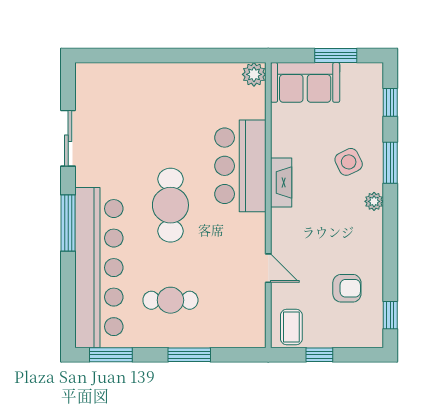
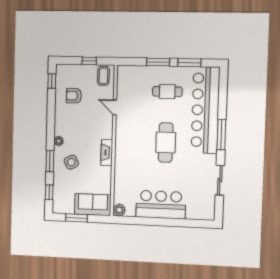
bar counter: (240, 166) -> (161, 205), moved, turned -90
window: (111, 355) -> (189, 63), moved

